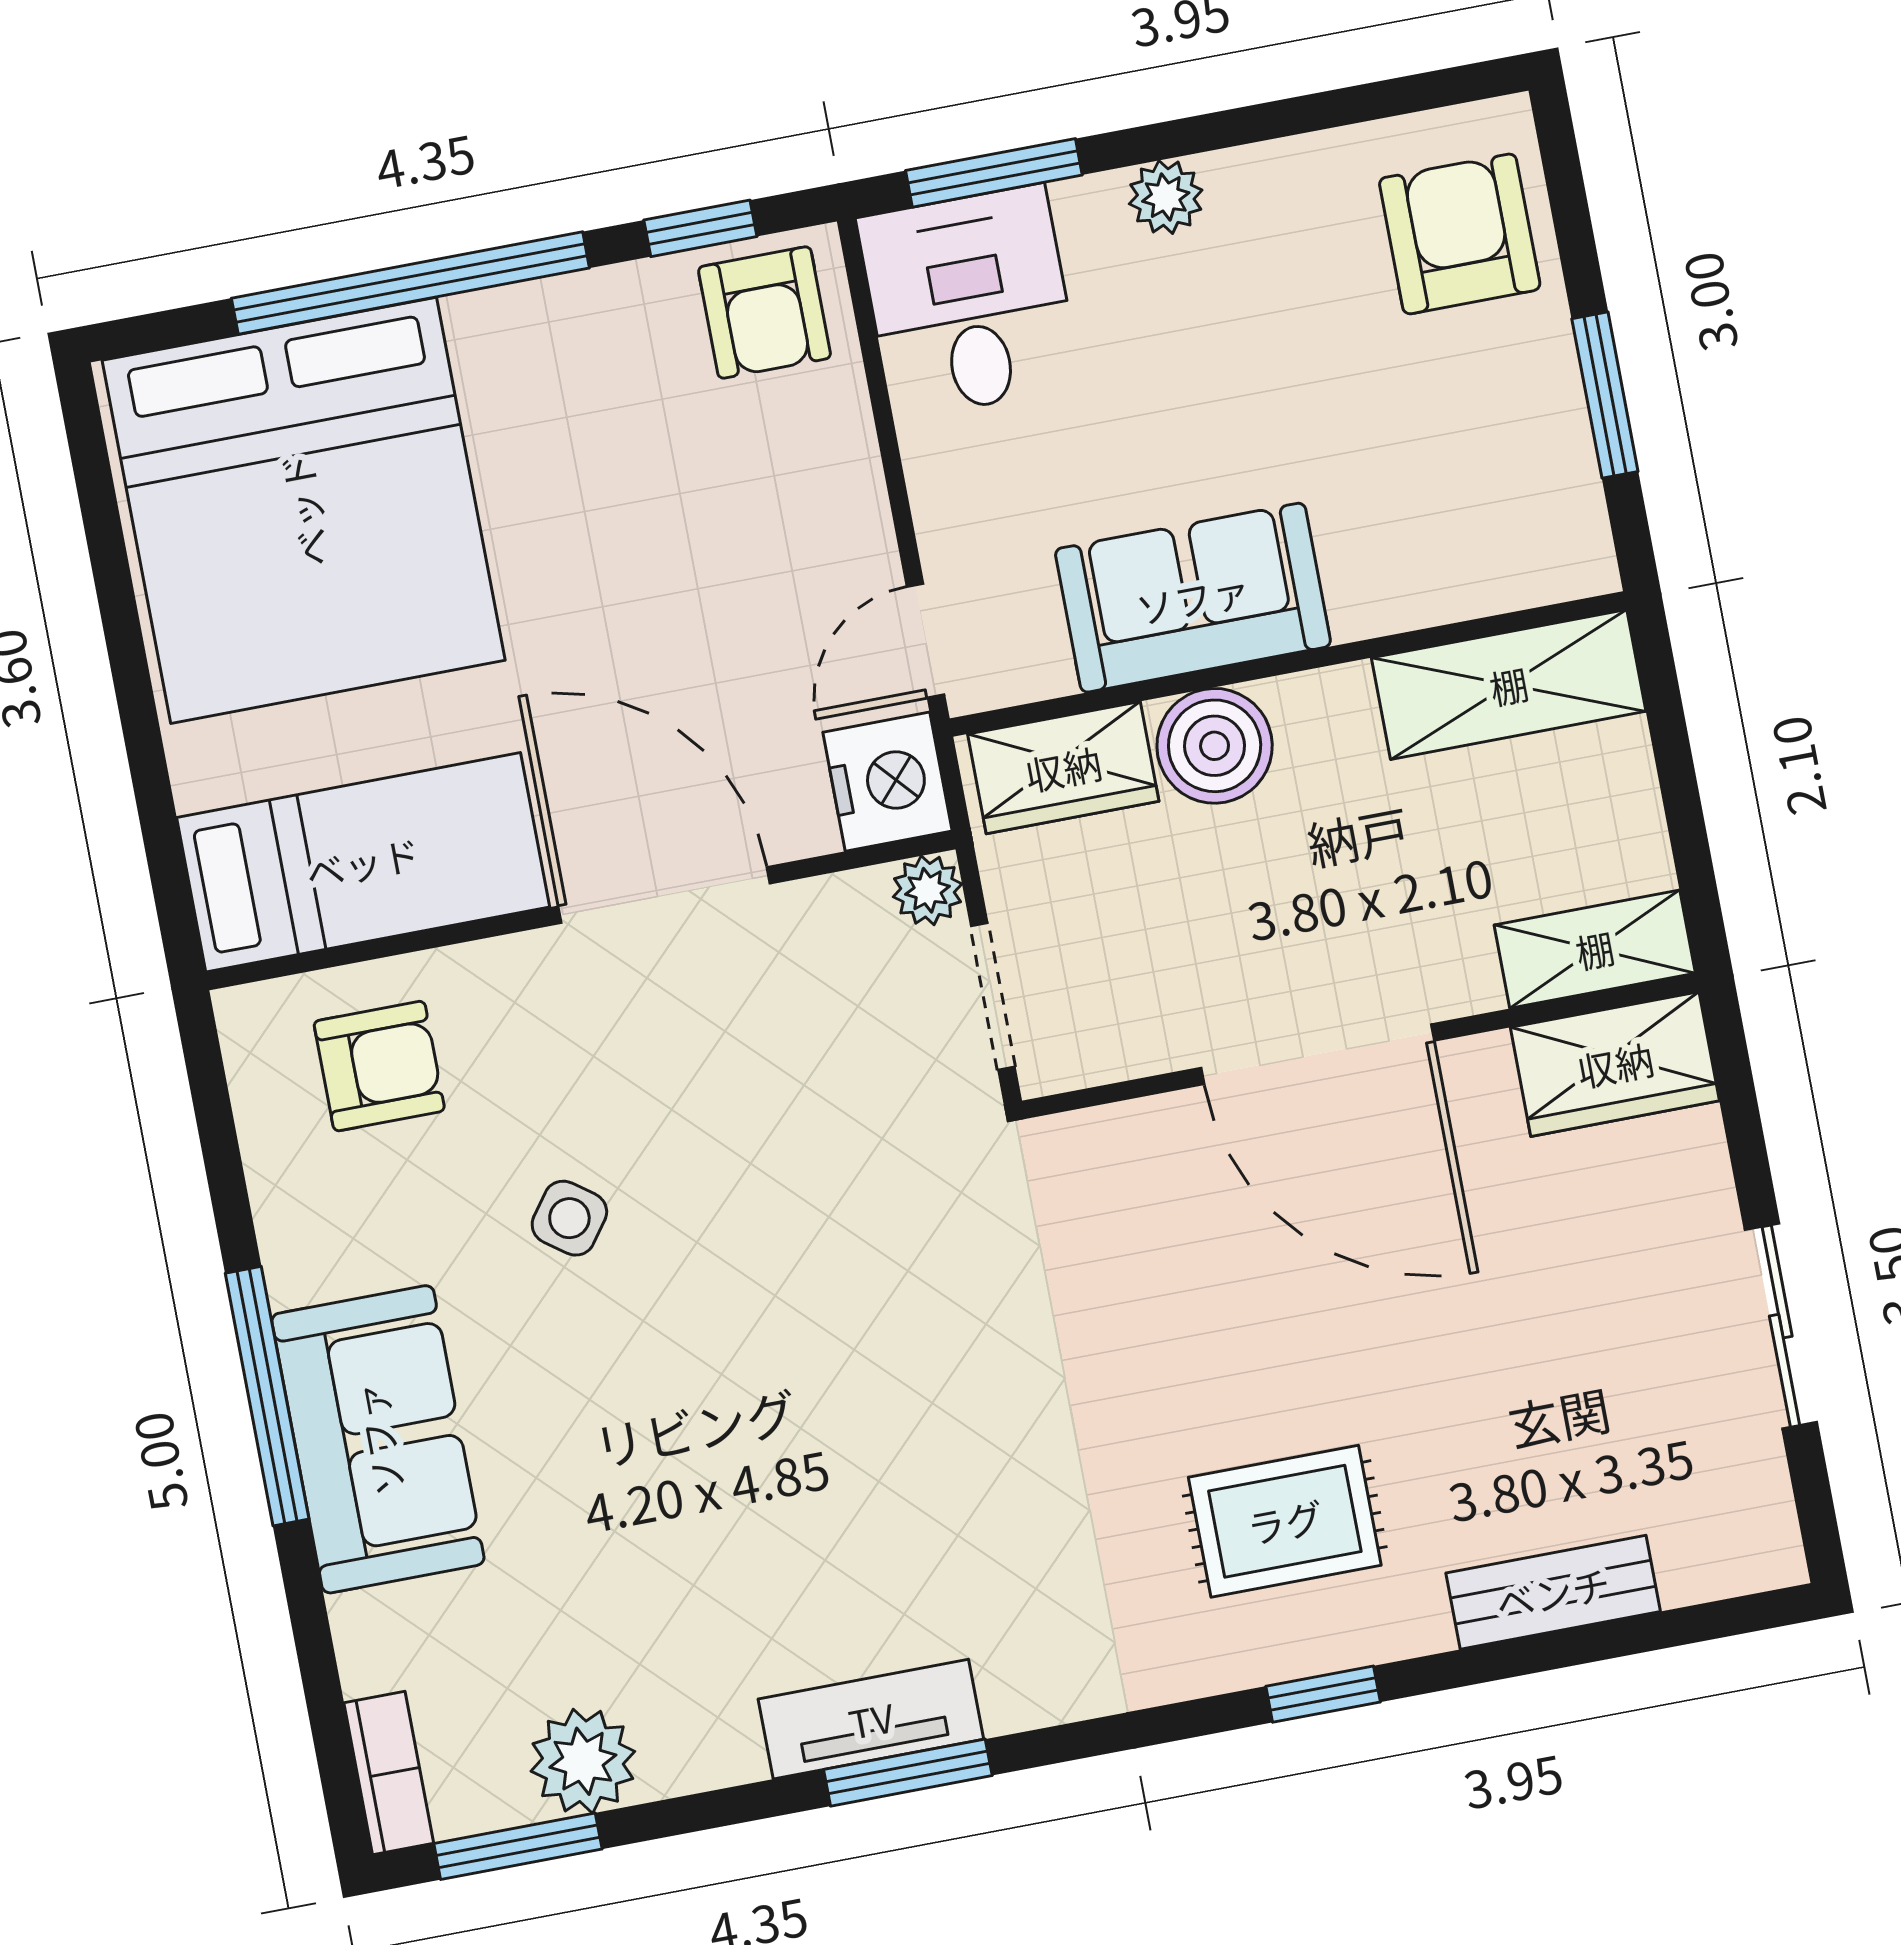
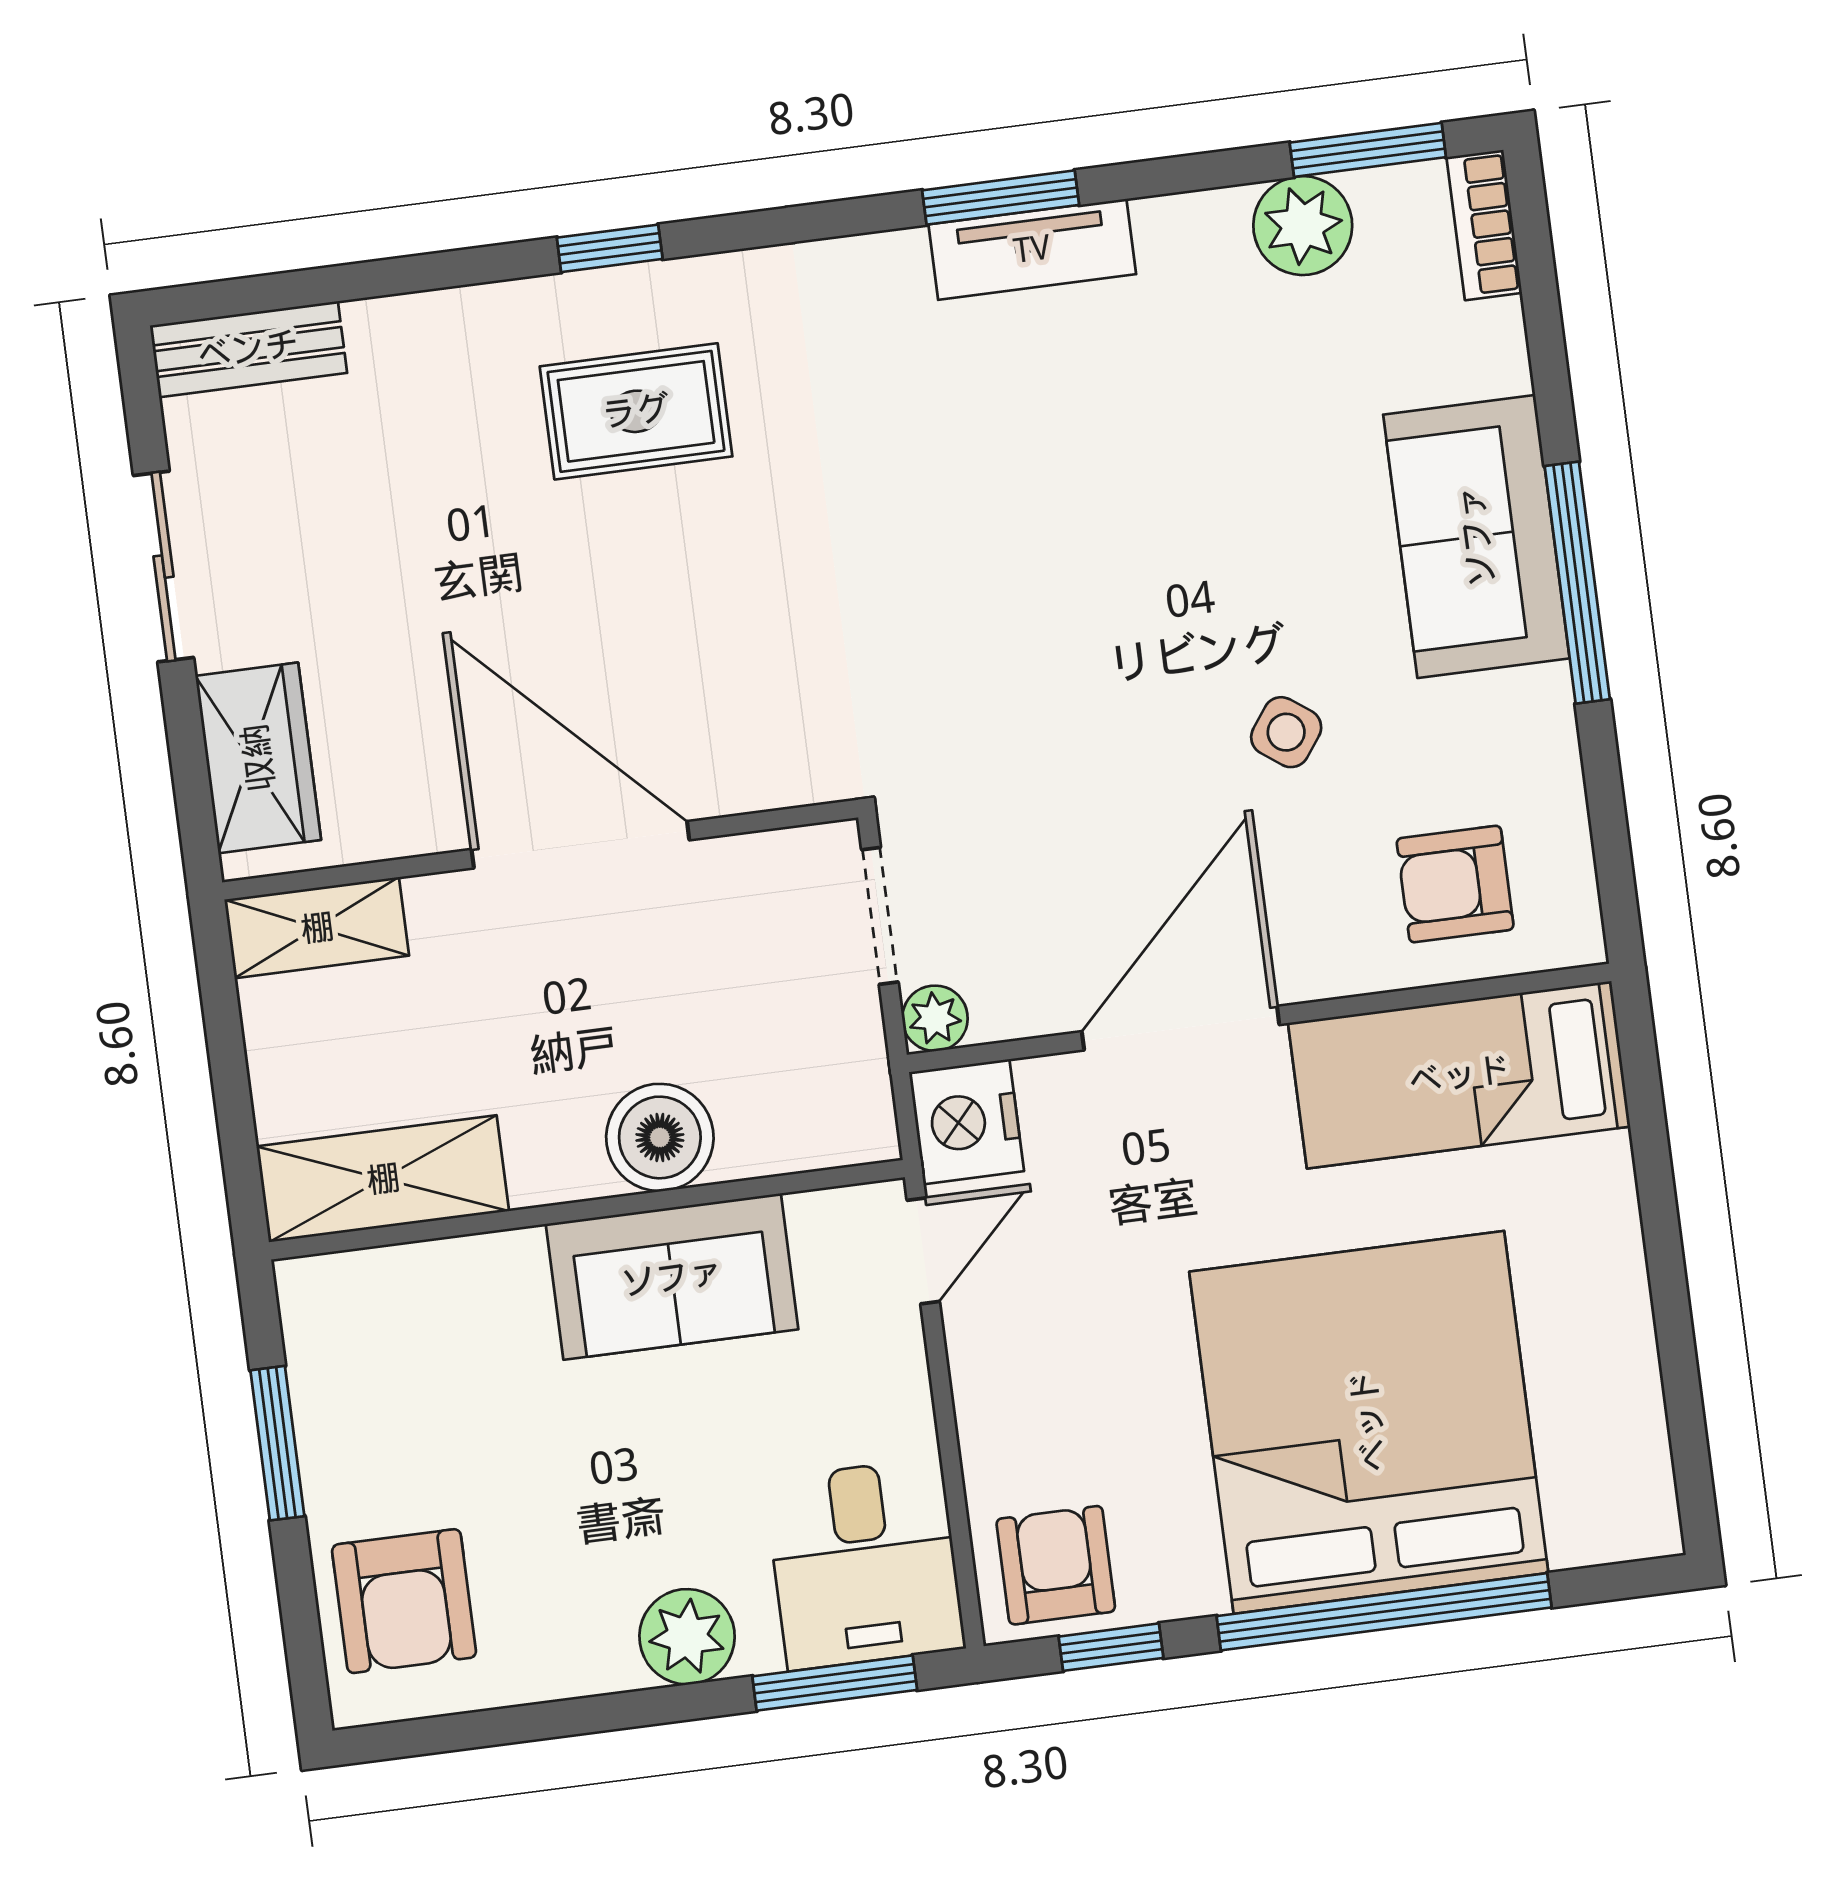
plant: (1166, 197) -> (687, 1637), width x1.38, depth x1.38
bed: (304, 510) -> (1369, 1422), moved
wardrobe: (1063, 768) -> (802, 1125), removed
door: (664, 895) -> (1181, 1028), swing flipped
wardrobe: (1615, 1064) -> (258, 758), moved, turned 90
bench: (1553, 1592) -> (248, 349), moved

